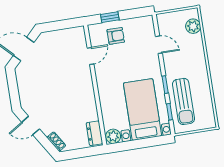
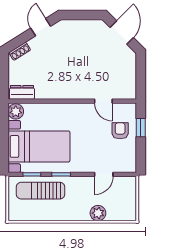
plant: (193, 26) -> (98, 213), moved
armchair: (116, 36) -> (120, 131), turned 180

